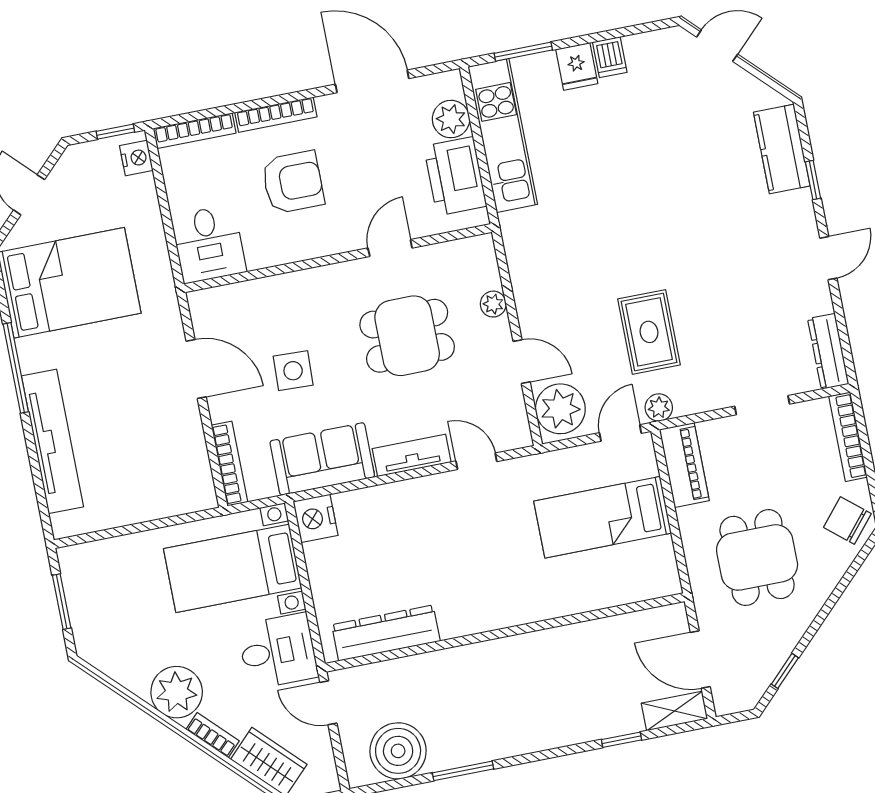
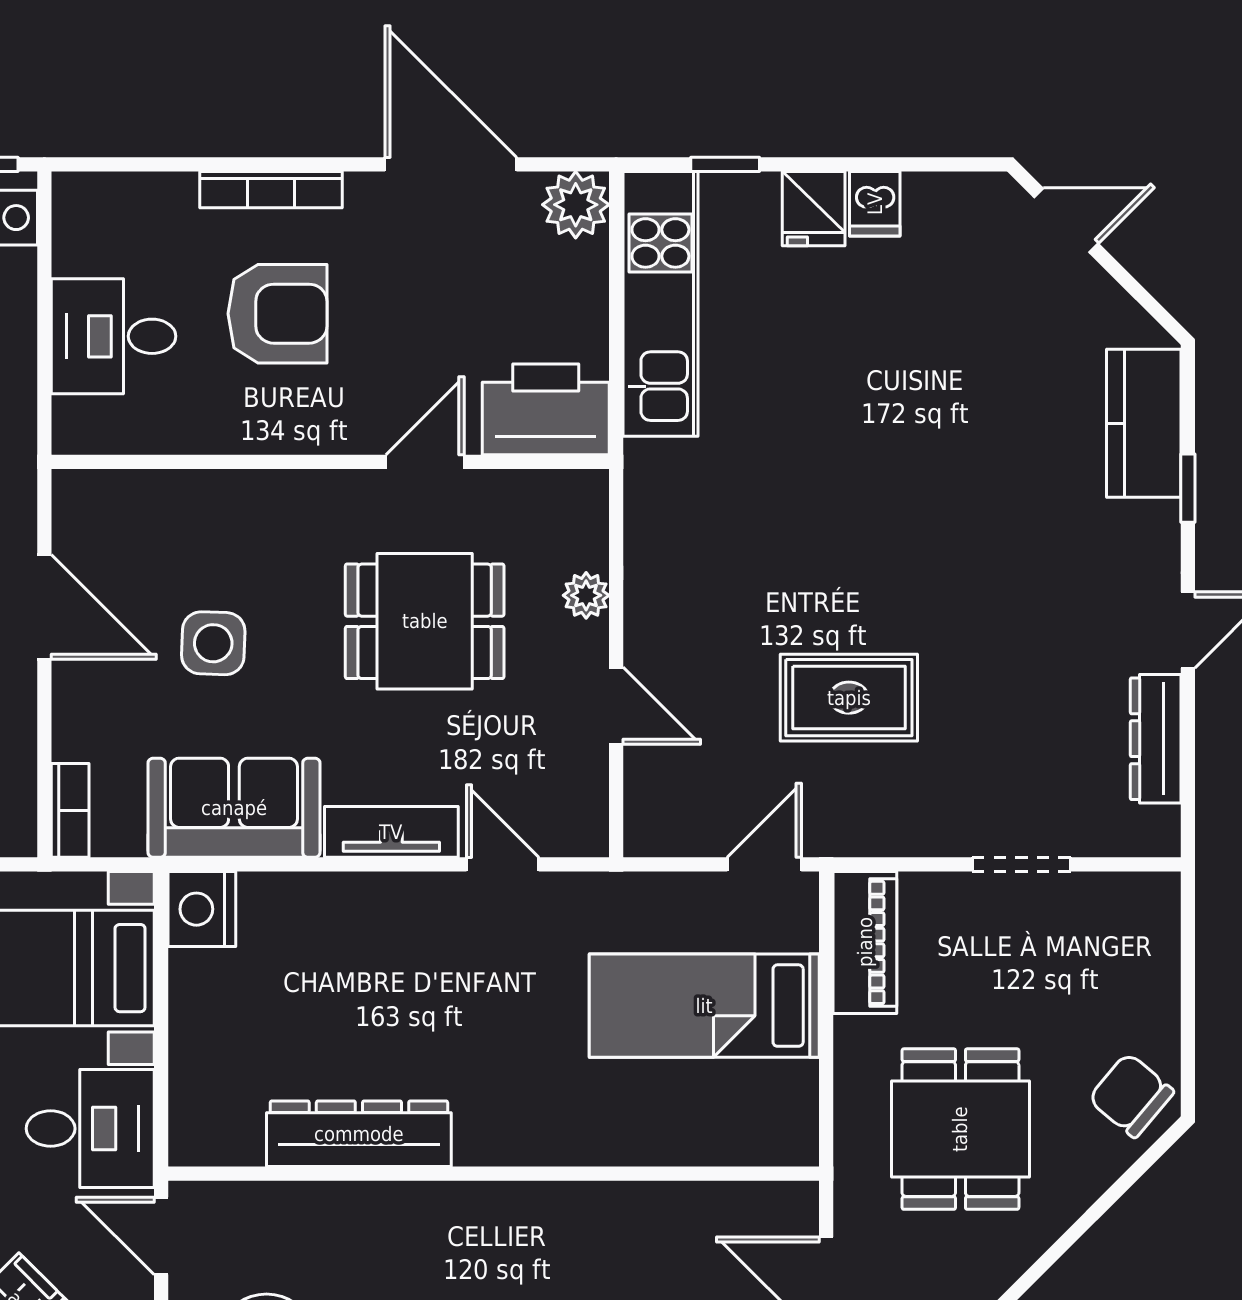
window: (523, 52) -> (725, 164), width x0.67
plant: (451, 119) -> (576, 205), moved
bookcase: (195, 131) -> (123, 190), removed
printer: (455, 176) -> (546, 409), moved, turned 90
desk: (209, 244) -> (114, 336), moved, turned 90
rug: (649, 332) -> (849, 698), turned 90
dresser: (828, 351) -> (1156, 739), moved
plant: (659, 408) -> (840, 833), removed
plant: (560, 409) -> (667, 802), removed
bookcase: (848, 437) -> (1161, 949), removed
bookcase: (229, 464) -> (70, 810), width x0.64
dresser: (386, 633) -> (359, 1134), moved

